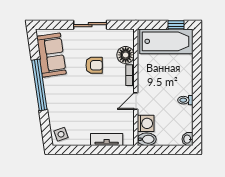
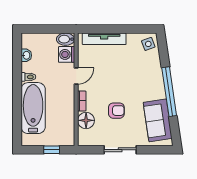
window: (176, 25) -> (52, 150), moved
bathtub: (166, 41) -> (33, 108), moved, turned 90
armchair: (94, 65) -> (116, 111), turned 180
washbasin: (188, 139) -> (26, 55), moved
tv unit: (107, 140) -> (104, 39), width x1.41

